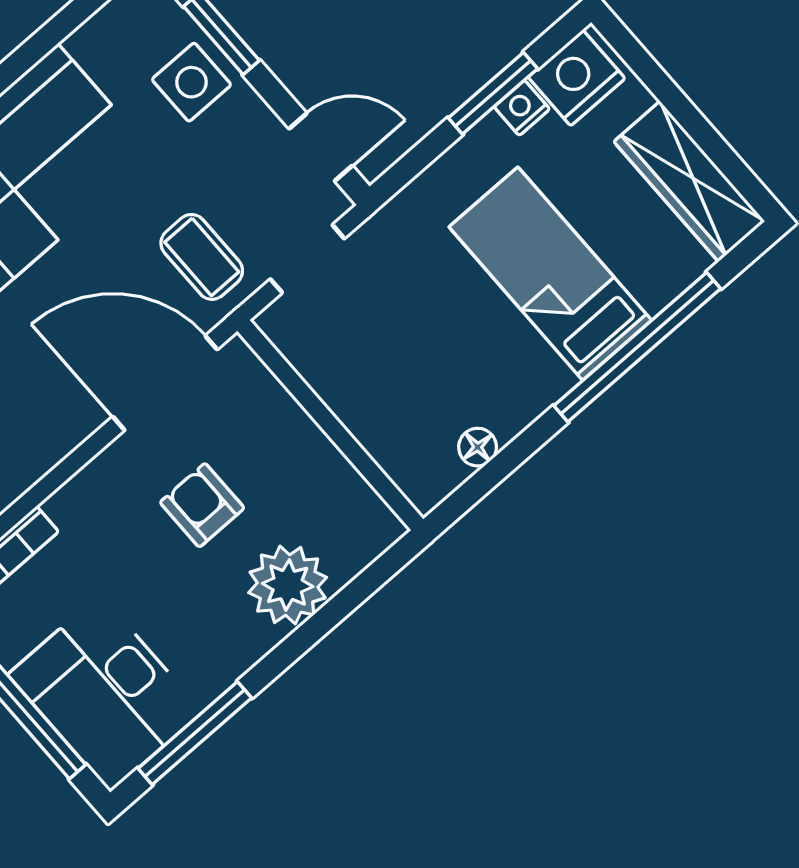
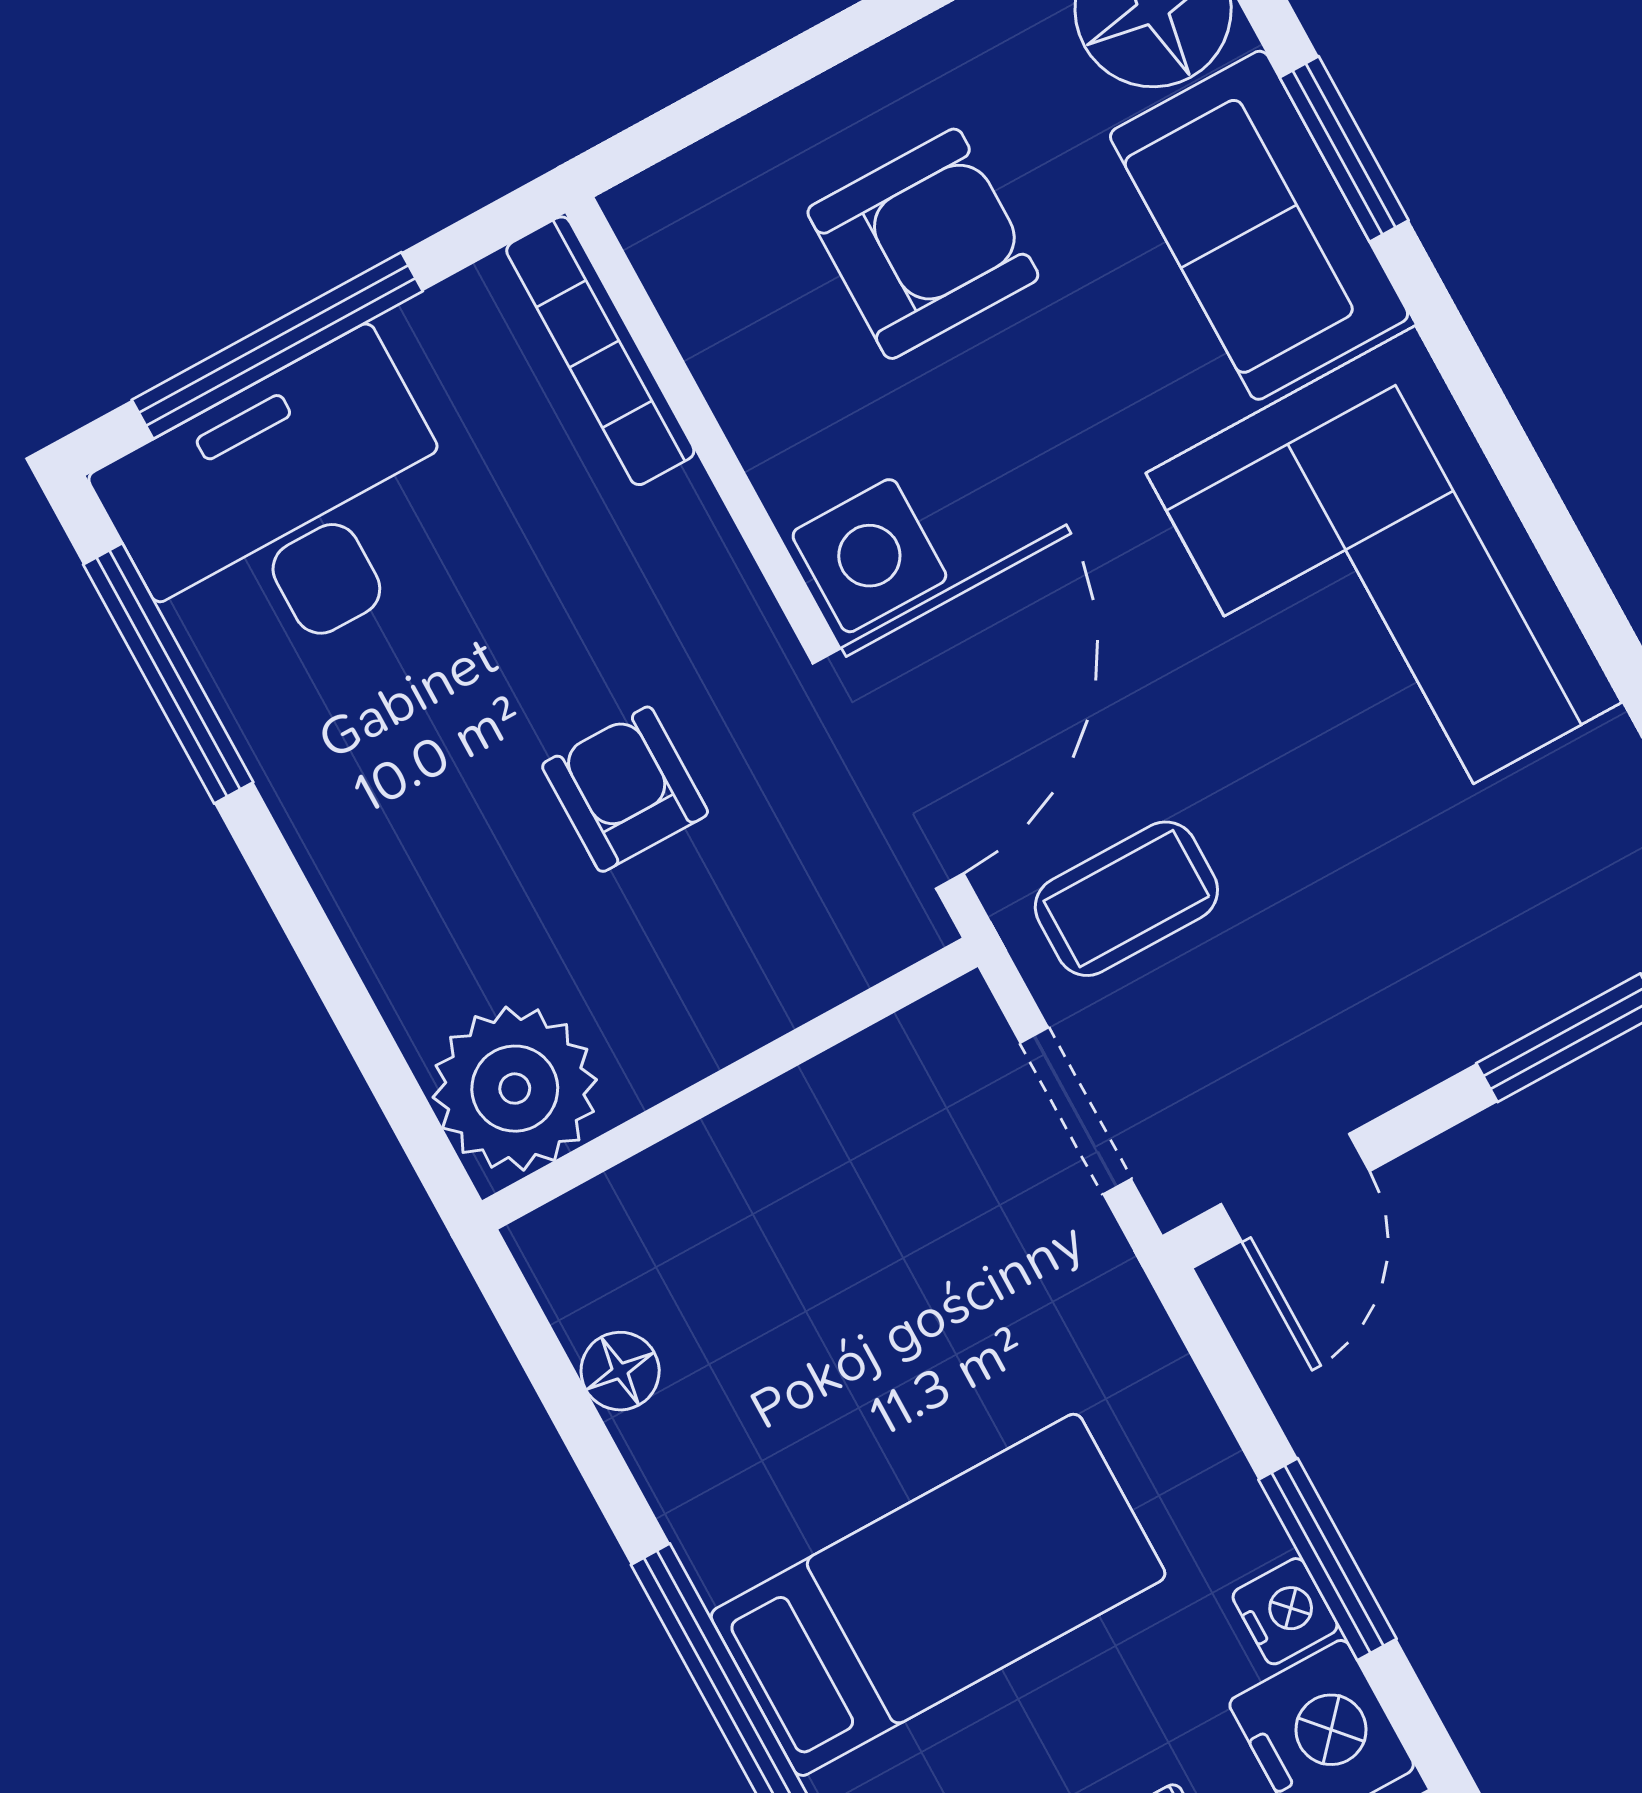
side table: (191, 82) -> (869, 556), moved
armchair: (202, 505) -> (625, 789), turned -90
plant: (288, 585) -> (515, 1089), moved

